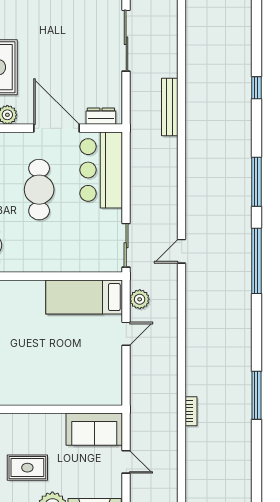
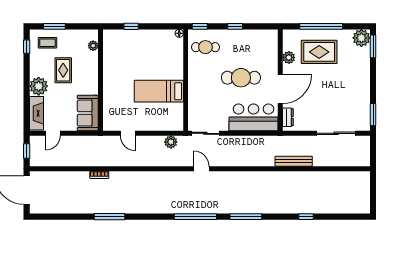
bed: (84, 297) -> (159, 91), moved, turned -90
door: (126, 334) -> (128, 133), moved
door: (126, 462) -> (53, 133), moved

